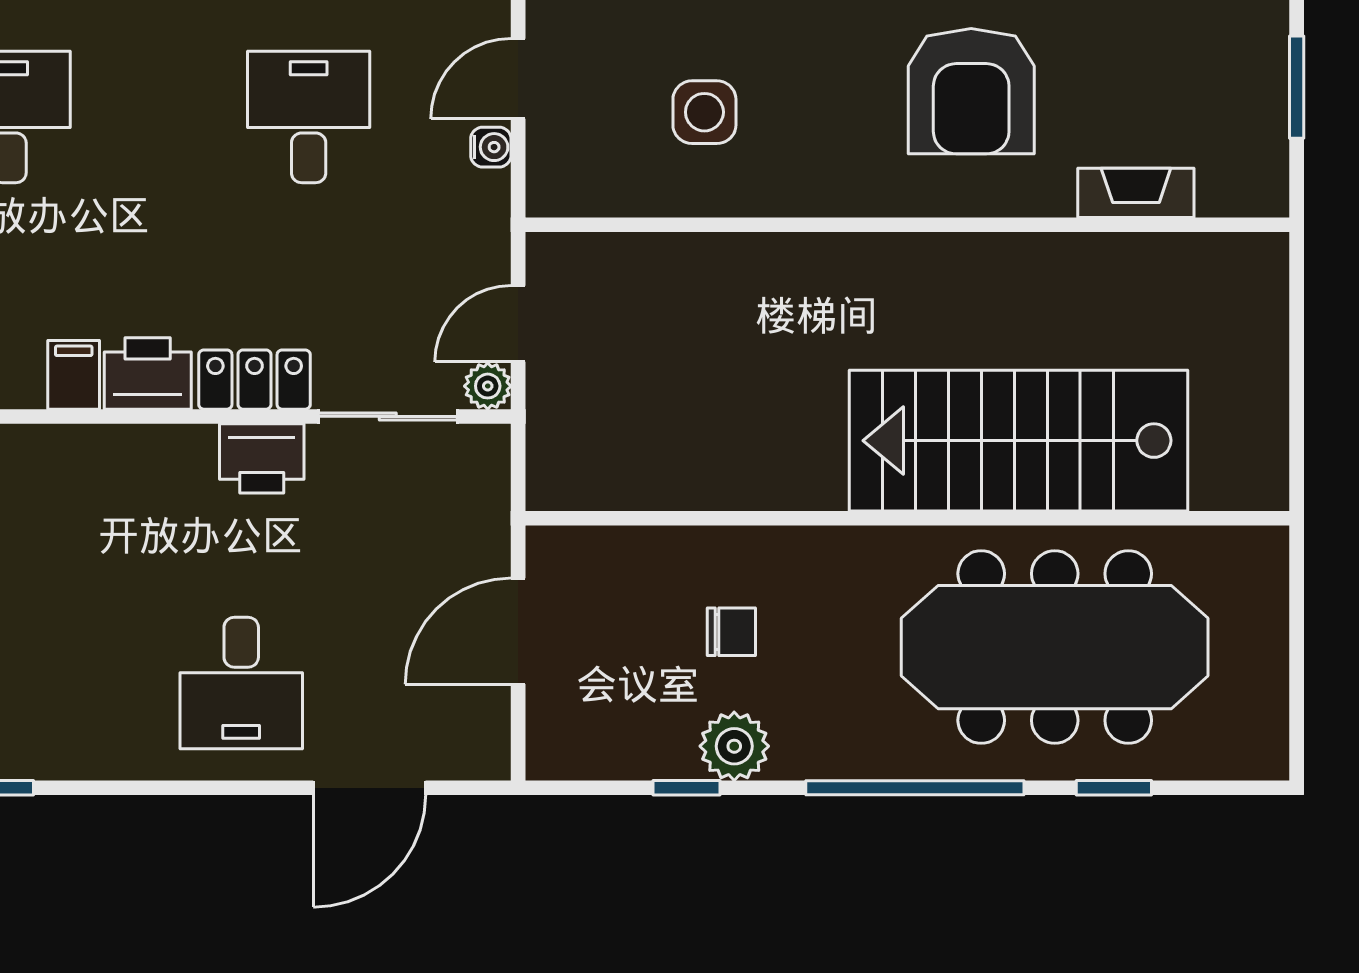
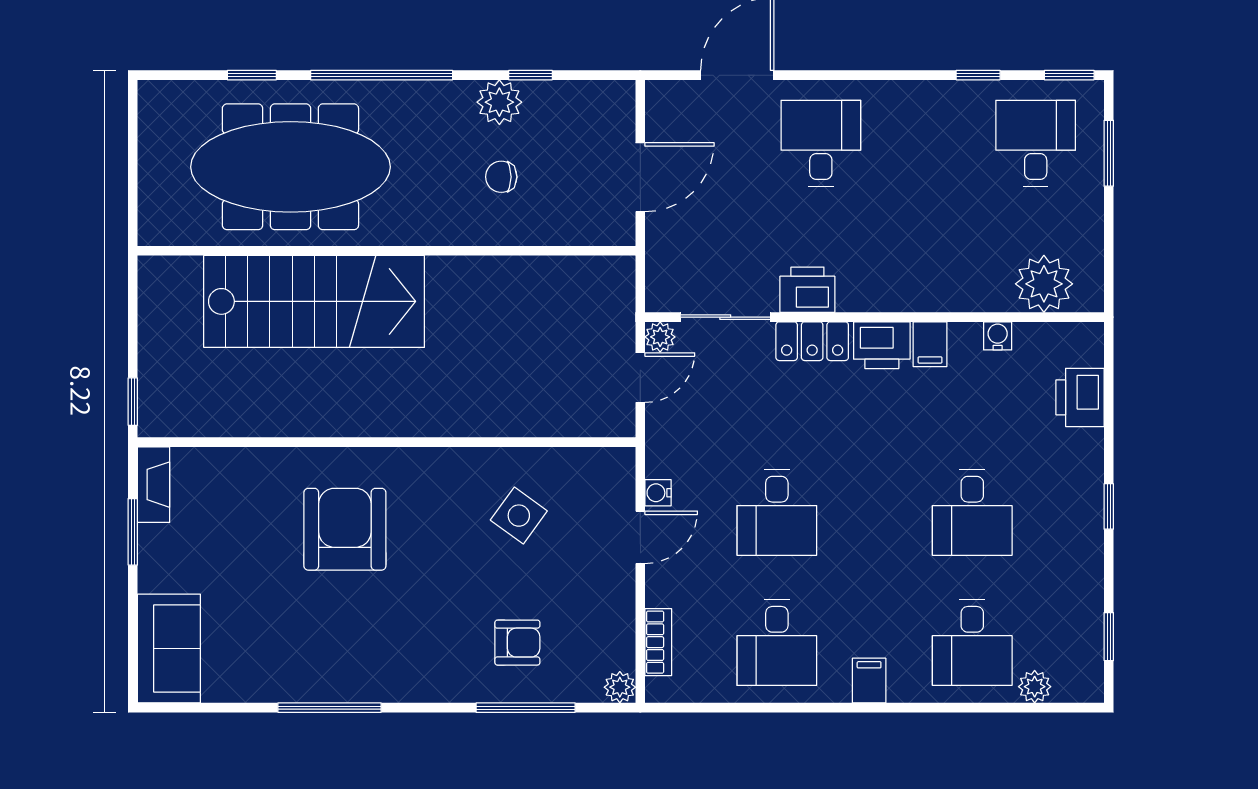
side table: (704, 112) -> (519, 516), turned 36
fireplace: (1136, 193) -> (154, 485), moved, turned -90
window: (1297, 287) -> (133, 402), added

